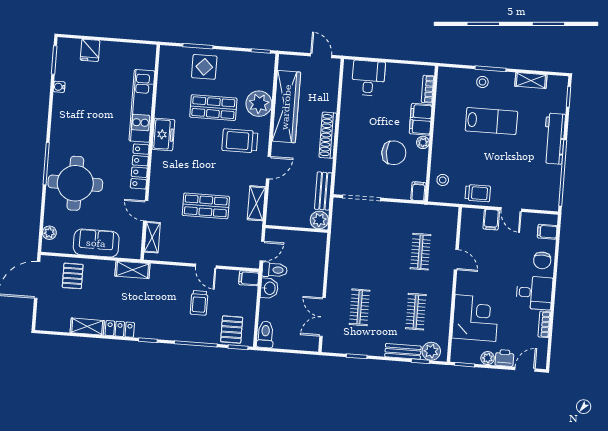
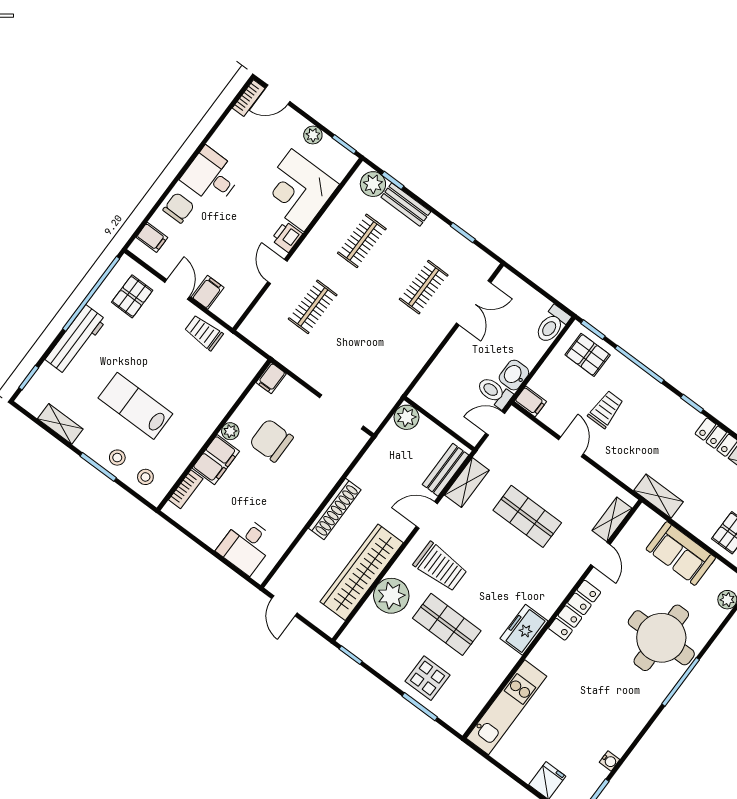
kitchen unit: (142, 106) -> (507, 707), moved
stool: (443, 180) -> (145, 477), moved
pallet: (536, 188) -> (132, 296), added
bench: (323, 191) -> (445, 470), moved
bookcase: (544, 324) -> (249, 98), moved
pallet: (232, 330) -> (588, 355), turned 90
printer: (504, 358) -> (287, 237), moved, turned 90

